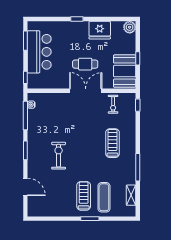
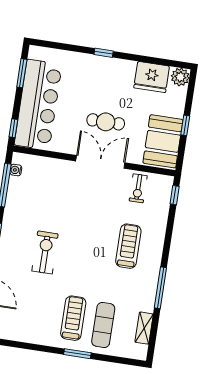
fridge: (100, 30) -> (152, 77), moved
bar counter: (39, 52) -> (38, 105), width x1.36

